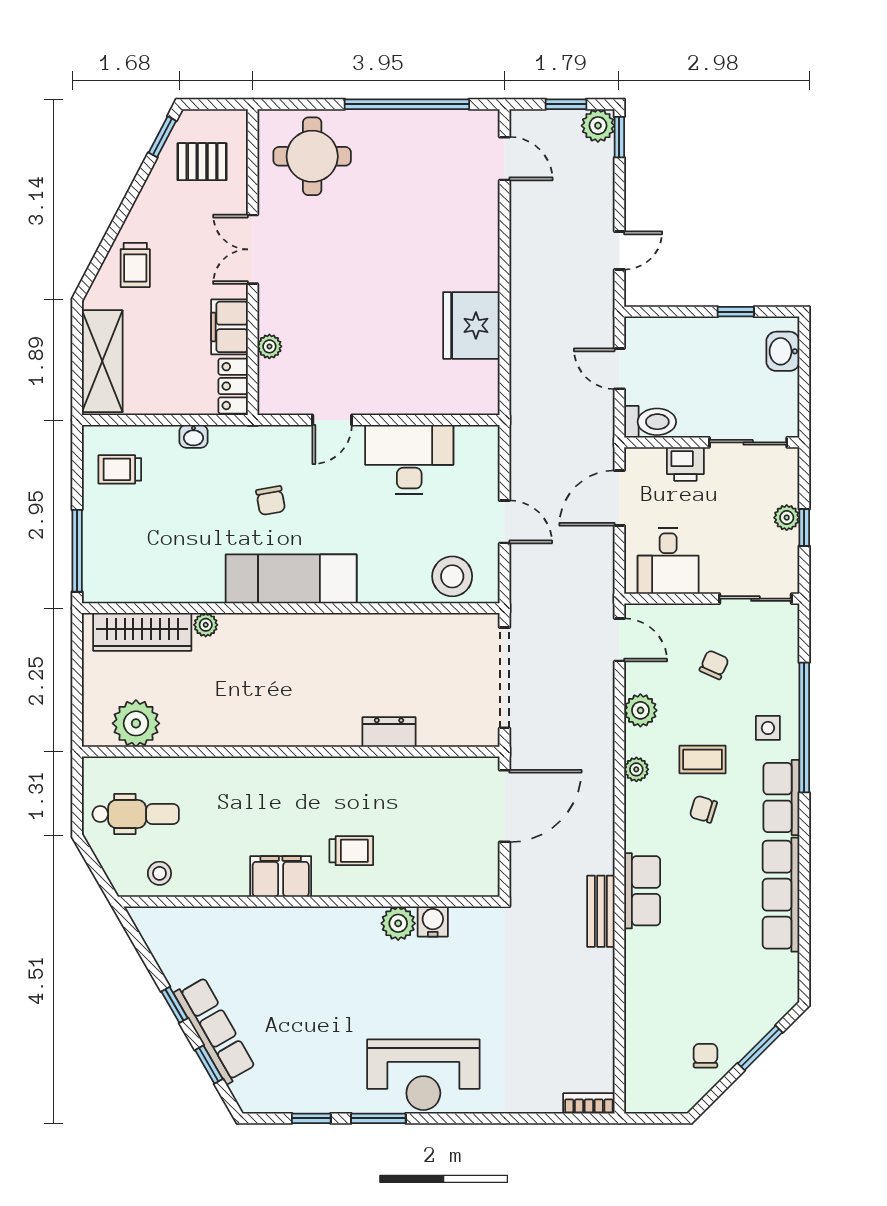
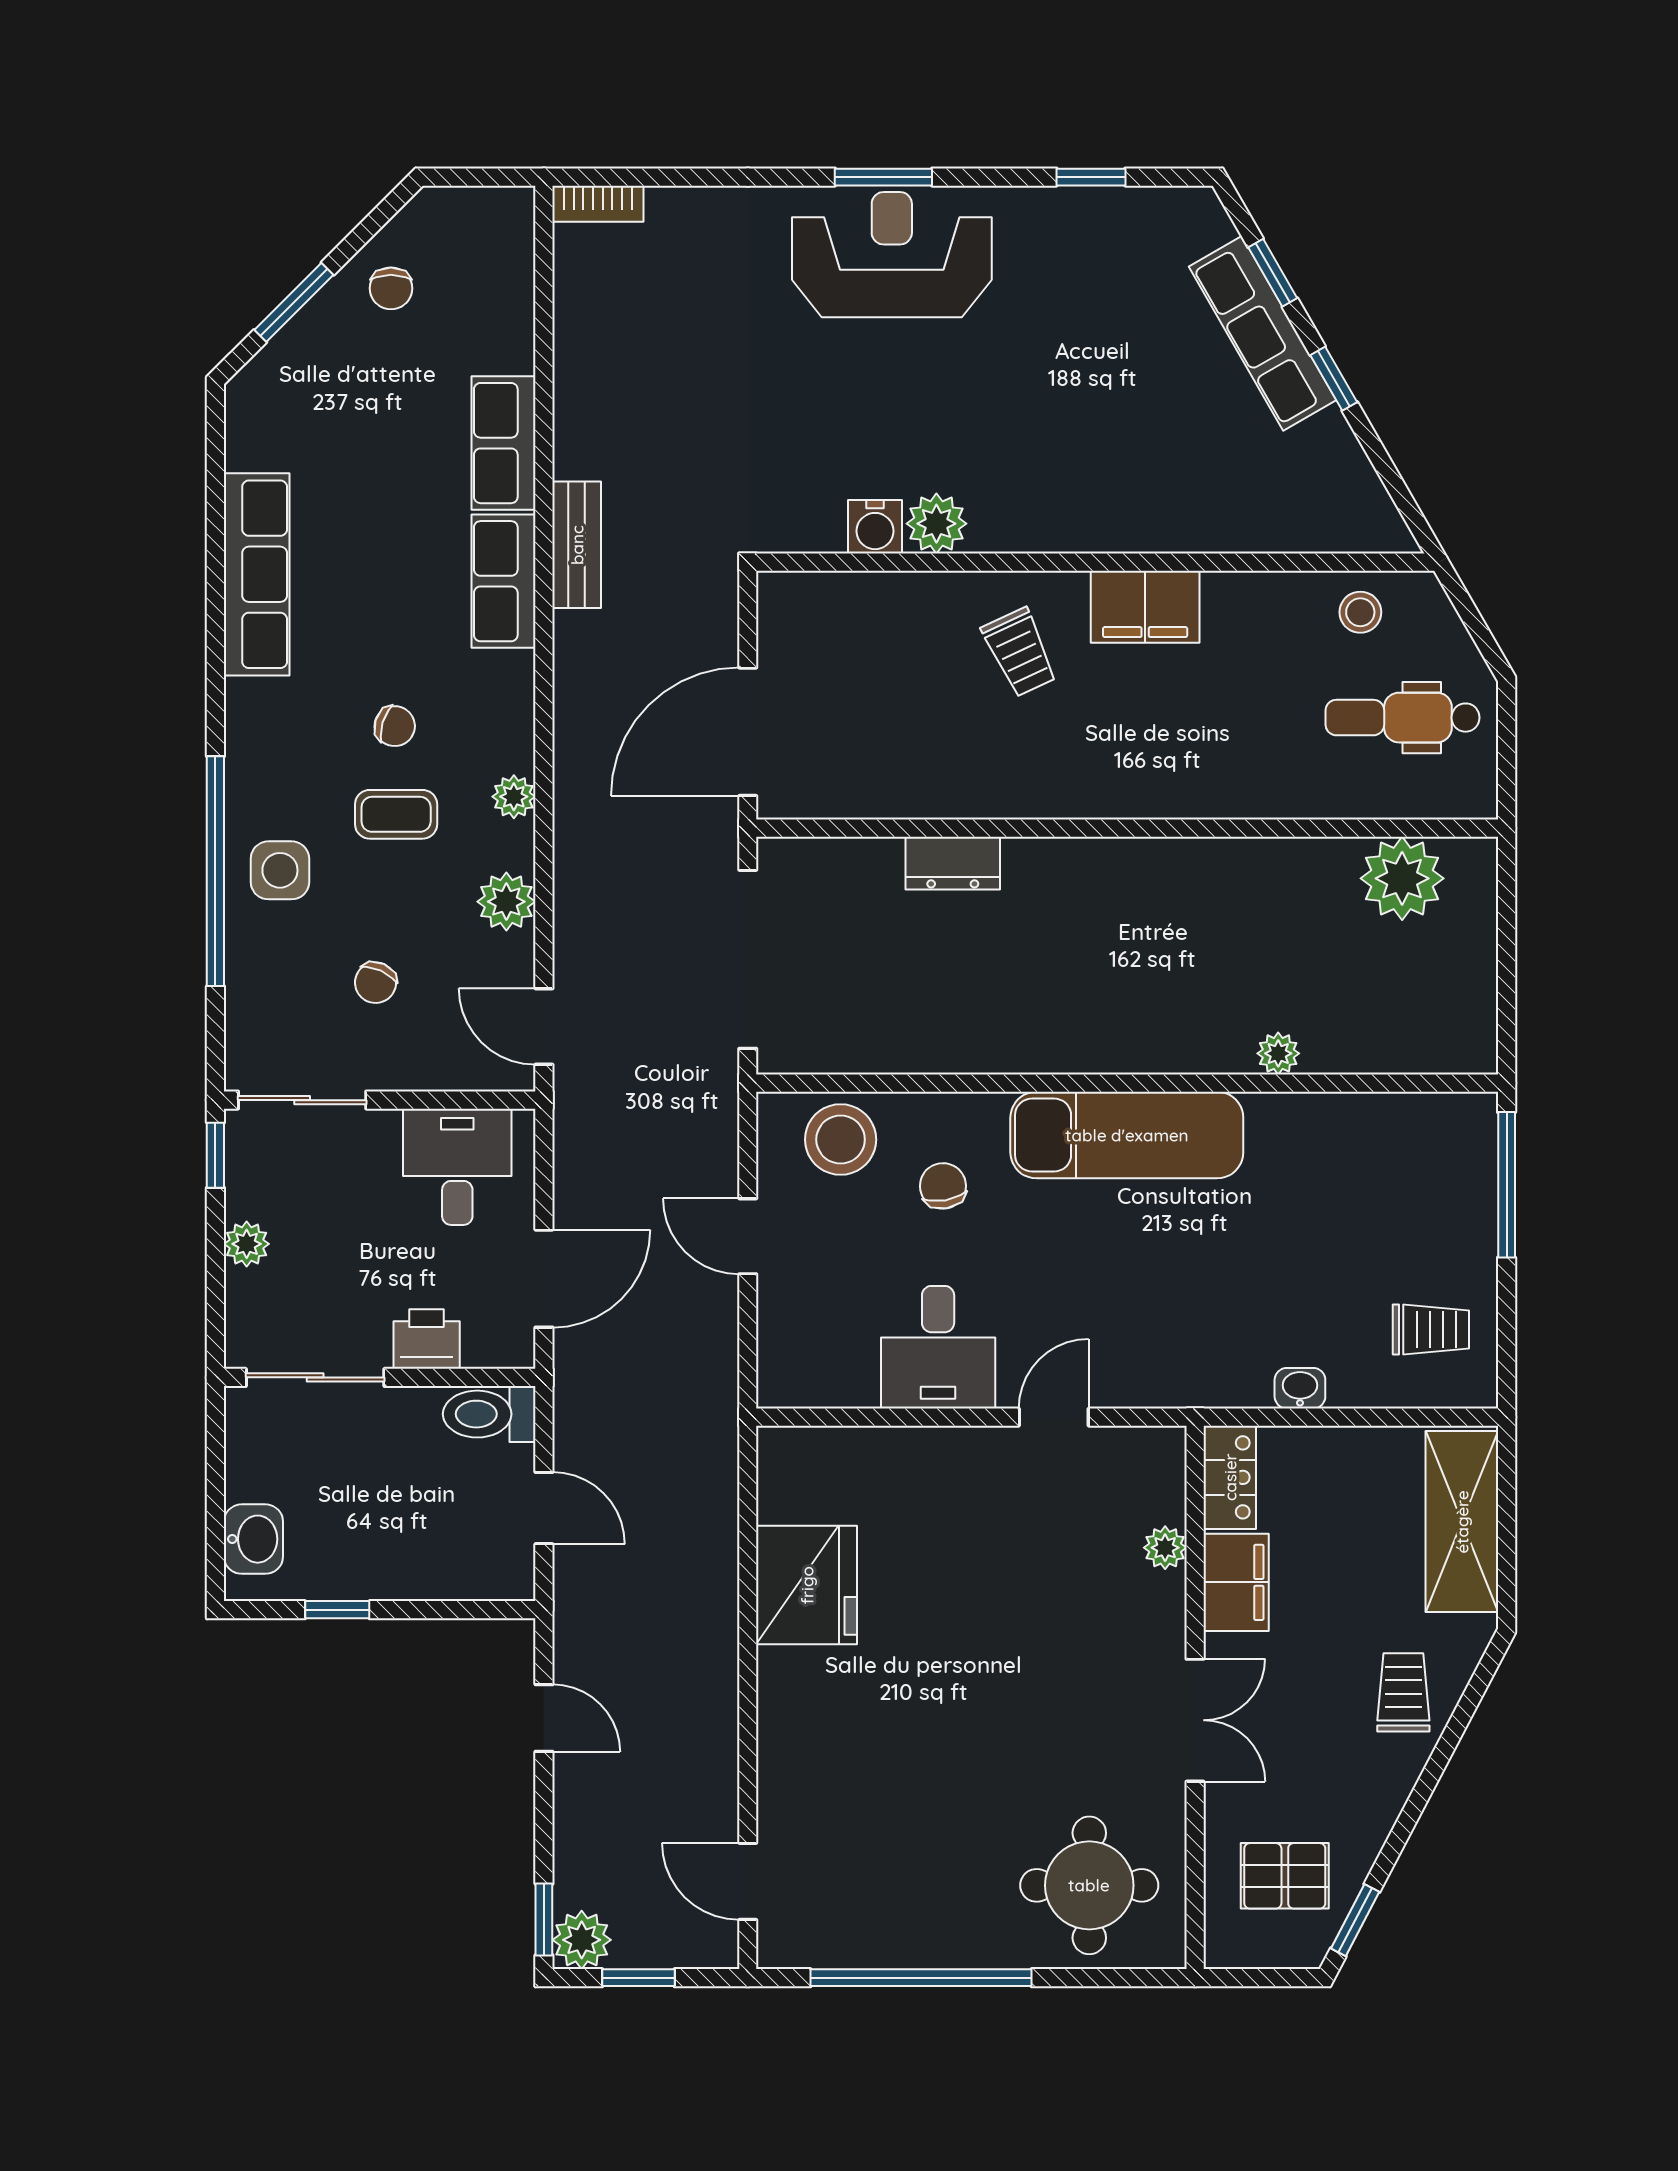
door: (619, 251) -> (544, 1718), swing flipped
desk: (409, 459) -> (938, 1347), width x0.73
chair: (271, 501) -> (943, 1186), moved
window: (804, 528) -> (215, 1155), moved
wardrobe: (142, 632) -> (1391, 1041), removed
side table: (768, 728) -> (280, 870), width x1.37, depth x1.37
row of seats: (781, 797) -> (503, 443), moved, turned 180
trolley: (351, 851) -> (1020, 652), turned -115
window: (378, 1118) -> (883, 177), moved

